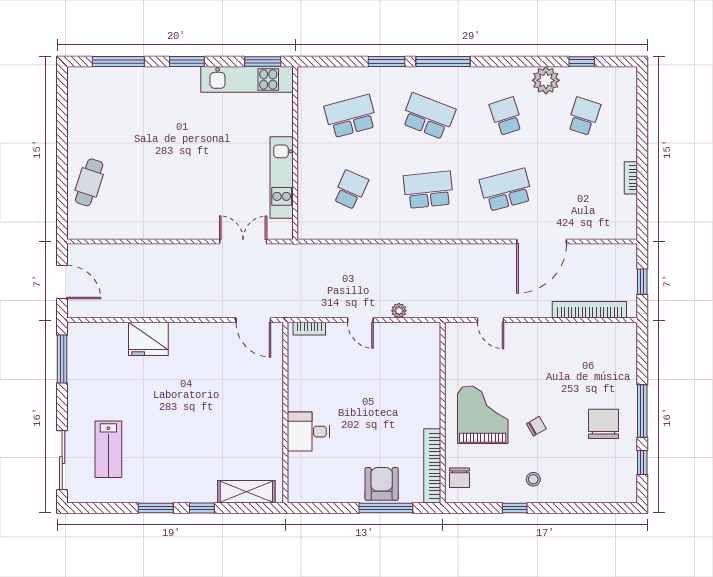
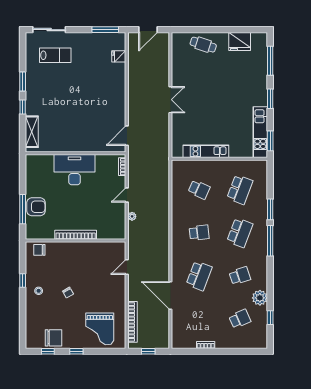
school desk: (351, 116) -> (240, 190), turned 36
school desk: (584, 116) -> (240, 319), turned -42
fridge: (84, 117) -> (240, 41), added
school desk: (428, 190) -> (199, 233), width x0.54
school desk: (506, 190) -> (199, 276), turned 36
double door: (243, 242) -> (170, 100), moved
fridge: (148, 339) -> (119, 56), moved, width x0.53, depth x0.75
window: (642, 411) -> (76, 351), width x0.46
grand piano: (483, 415) -> (100, 329), moved, turned 90
chair: (604, 424) -> (54, 338), moved
desk: (308, 432) -> (75, 170), width x1.87, depth x1.30
lab bench: (108, 449) -> (55, 55), turned 180
bookcase: (432, 466) -> (76, 235), moved

